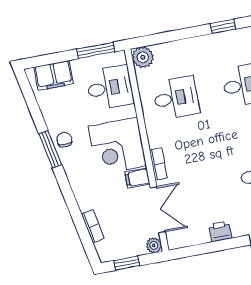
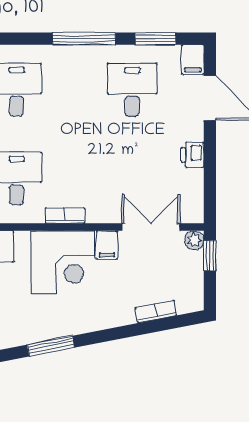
chair: (64, 140) -> (42, 326), removed
bookcase: (158, 164) -> (65, 216), moved
window: (127, 263) -> (210, 256), moved

